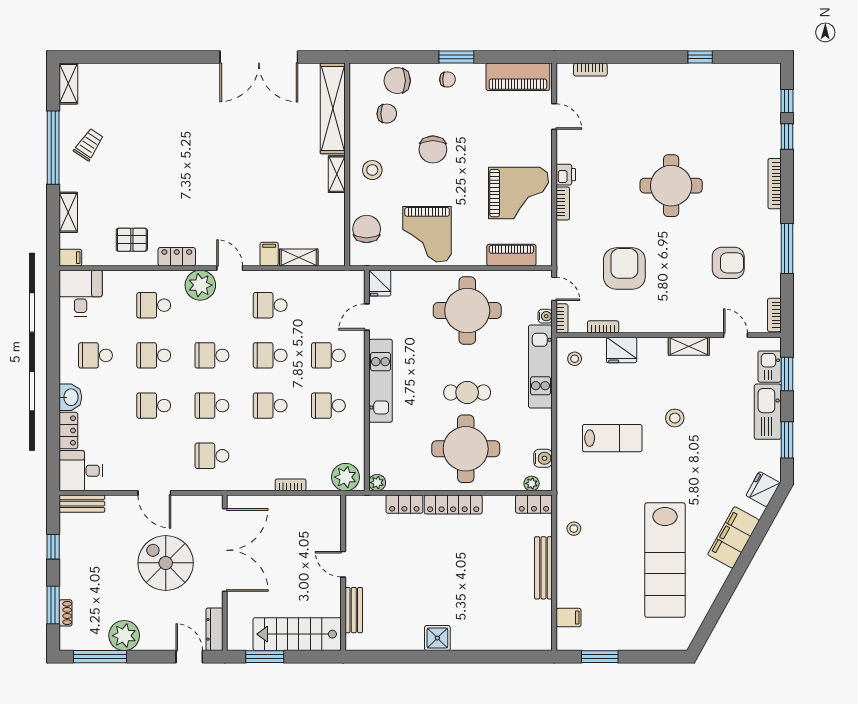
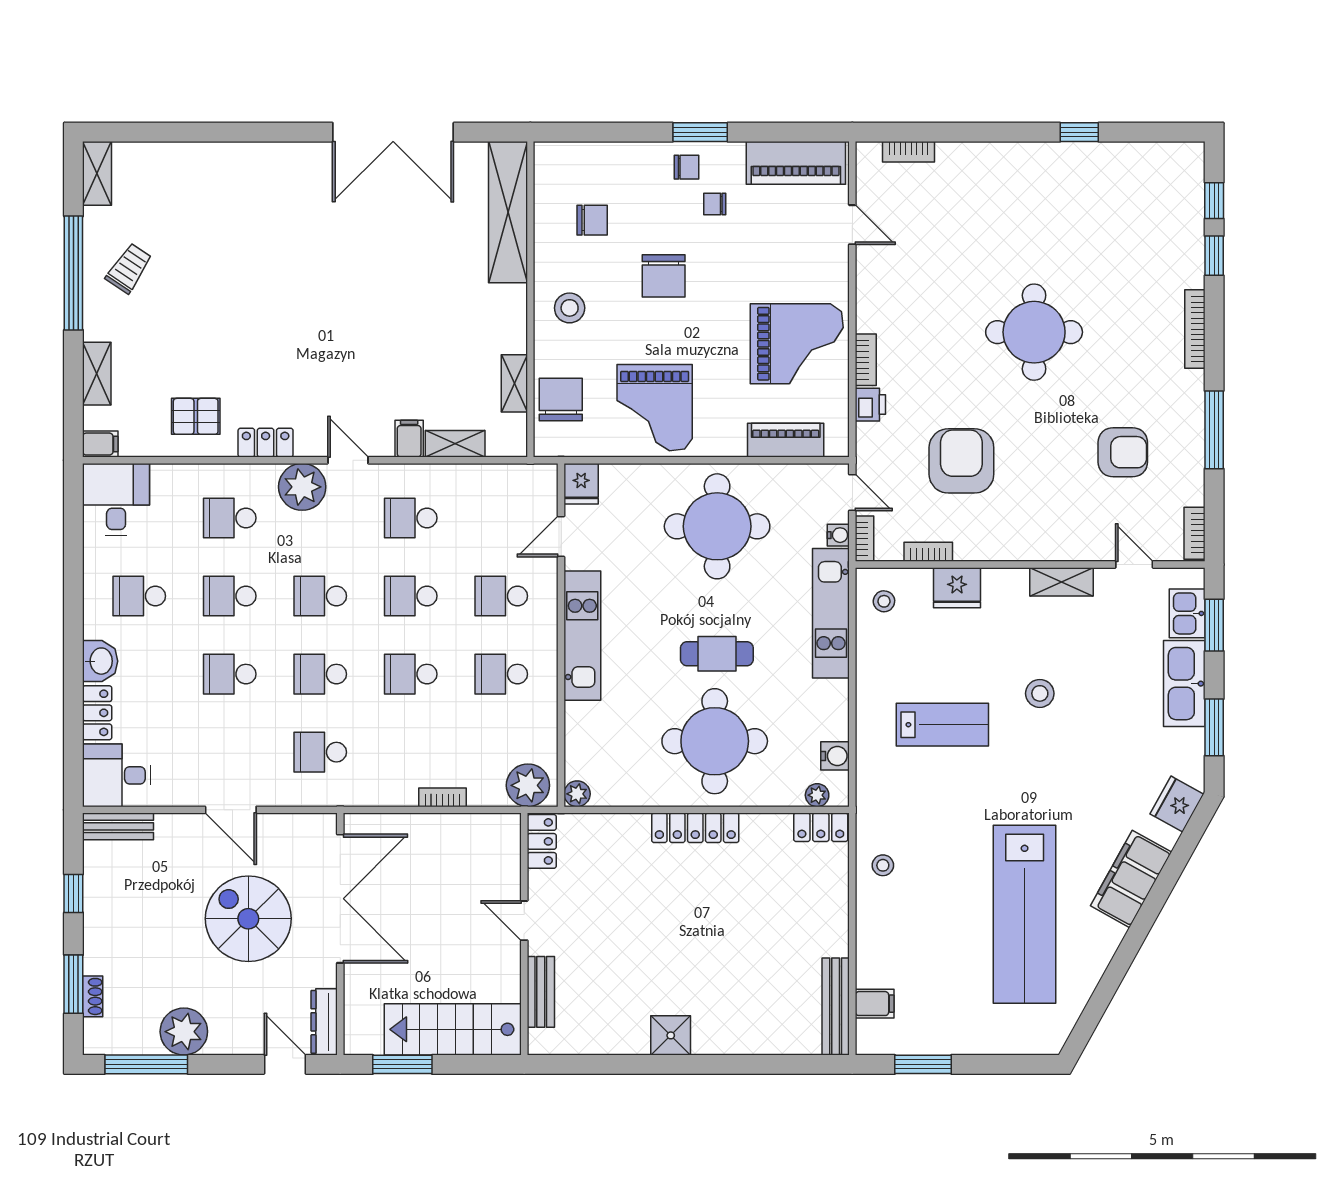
chair: (397, 81) -> (715, 204), moved, width x0.54, depth x0.54
shelving: (337, 174) -> (514, 383), moved
printer: (566, 175) -> (870, 405), moved
locker: (404, 504) -> (542, 841), moved, turned -90
bench: (543, 568) -> (836, 1007), moved

